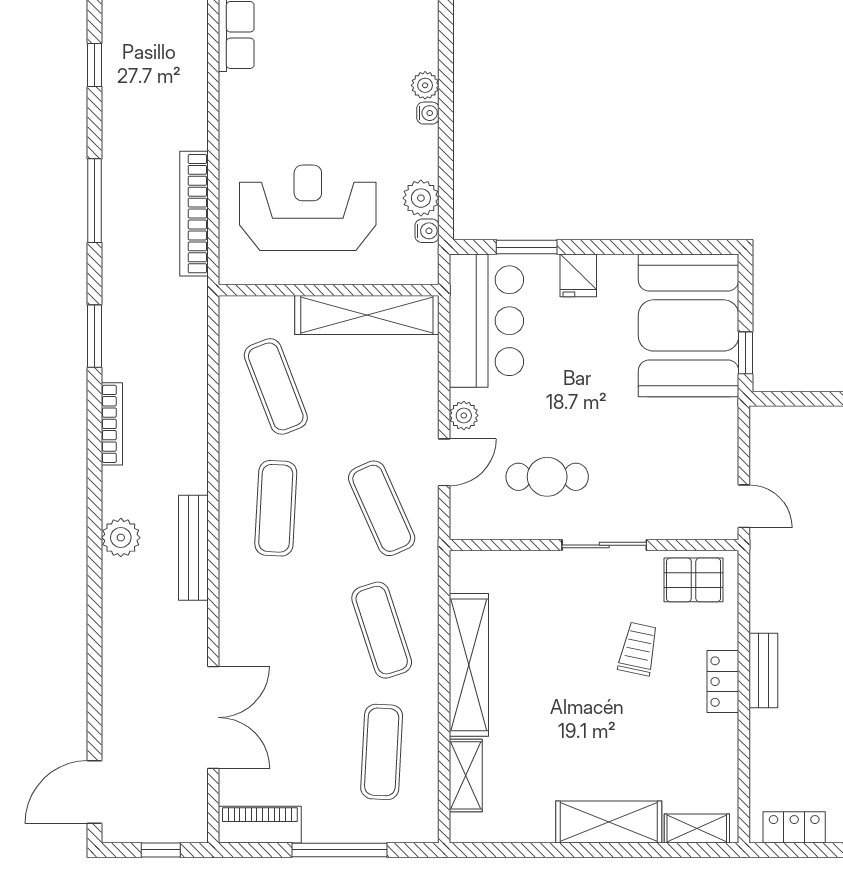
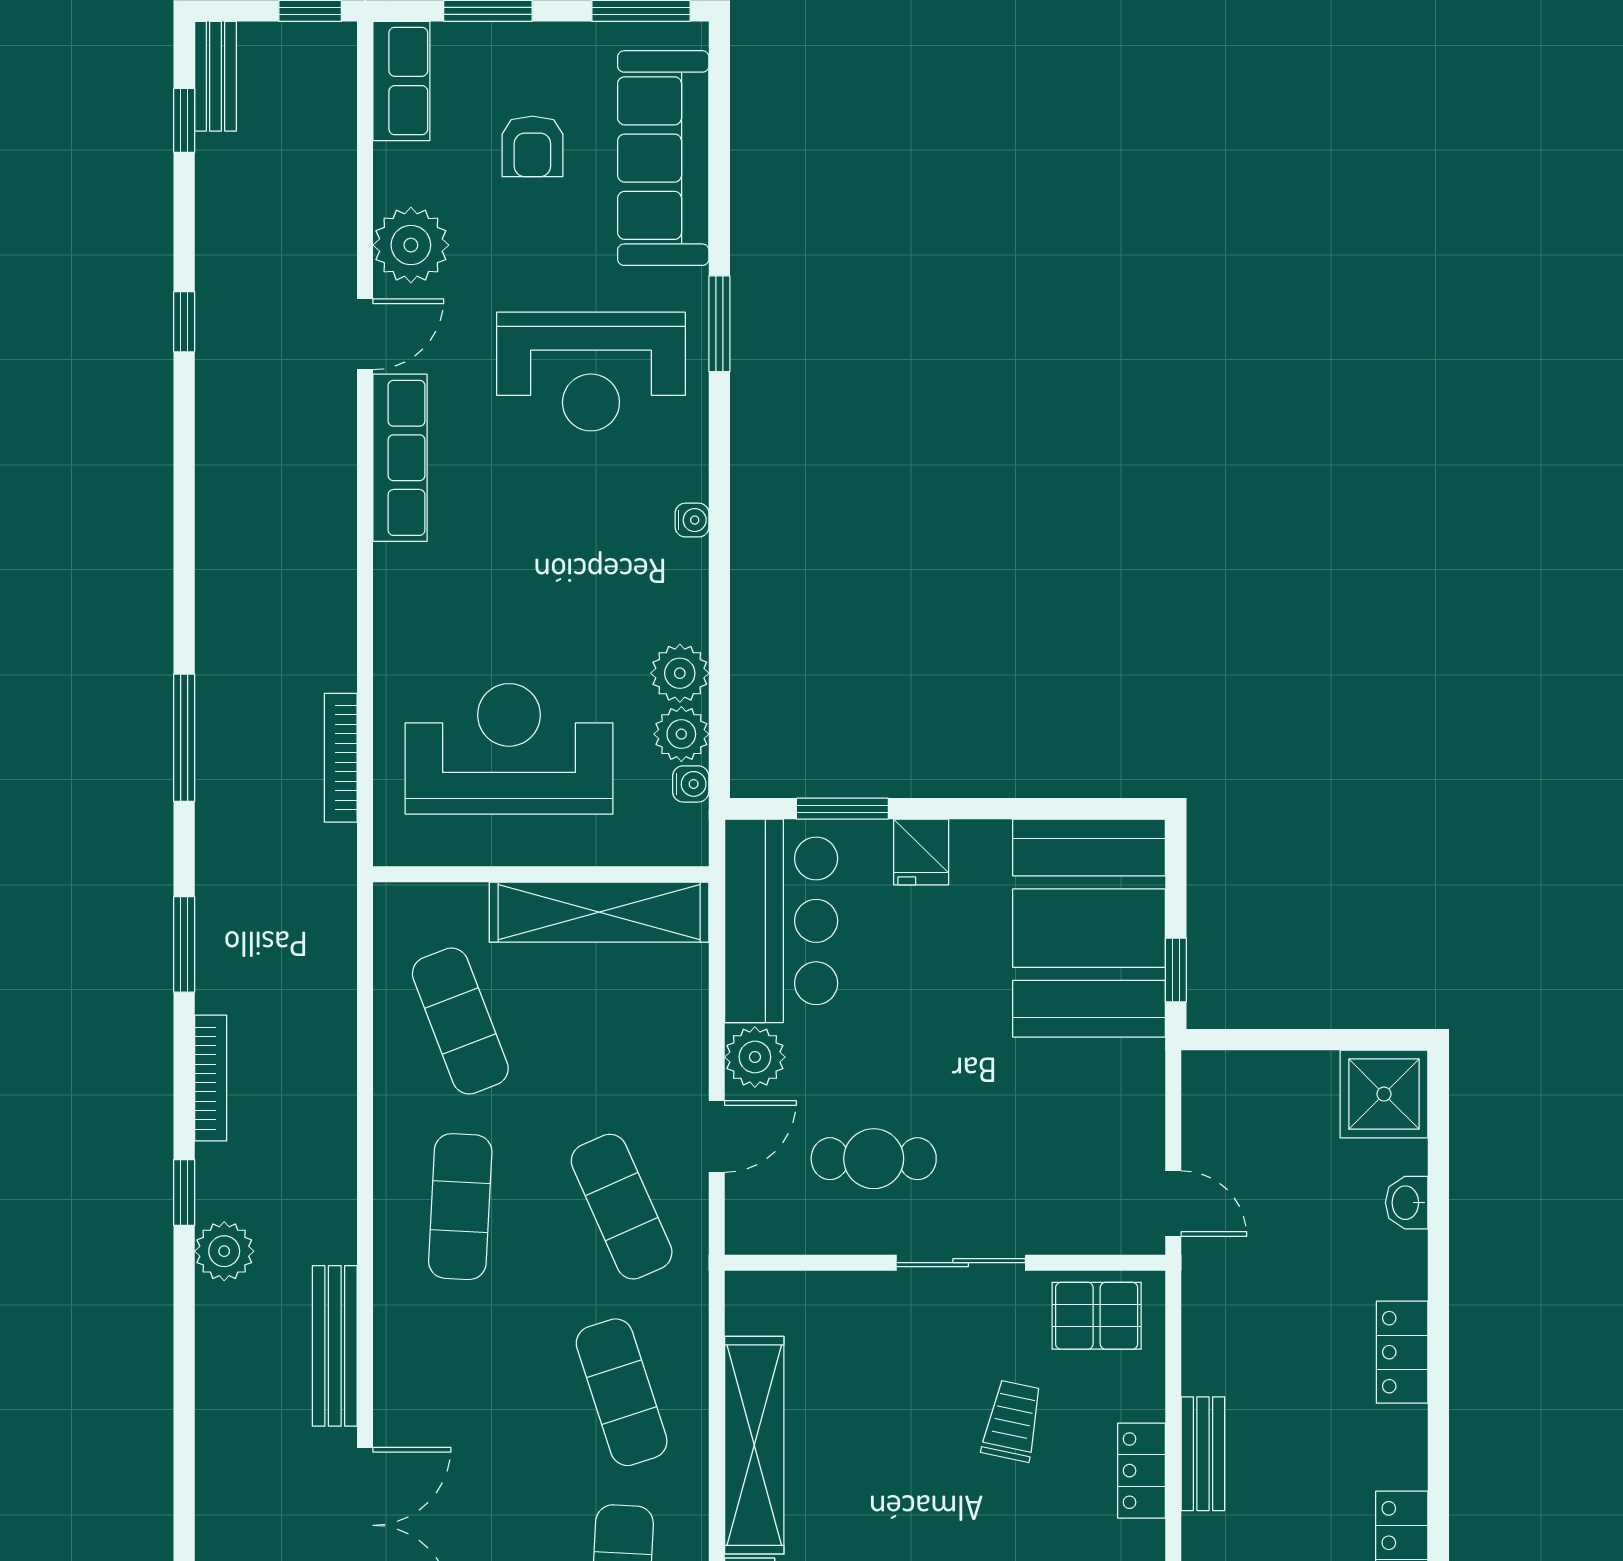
window: (94, 65) -> (184, 1192), moved
plant: (425, 85) -> (680, 673), moved, width x1.38, depth x1.38
water cooler: (428, 113) -> (692, 520), moved
bookcase: (194, 214) -> (341, 758), width x0.68, depth x0.76
plant: (464, 415) -> (755, 1057), width x1.38, depth x1.38
bench: (193, 548) -> (335, 1346), moved

